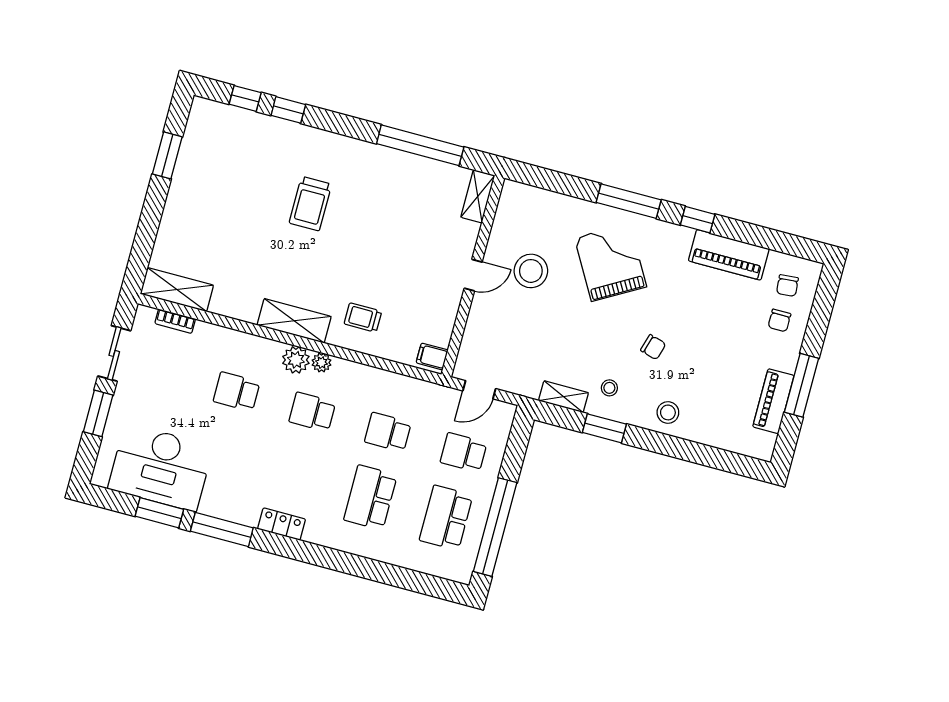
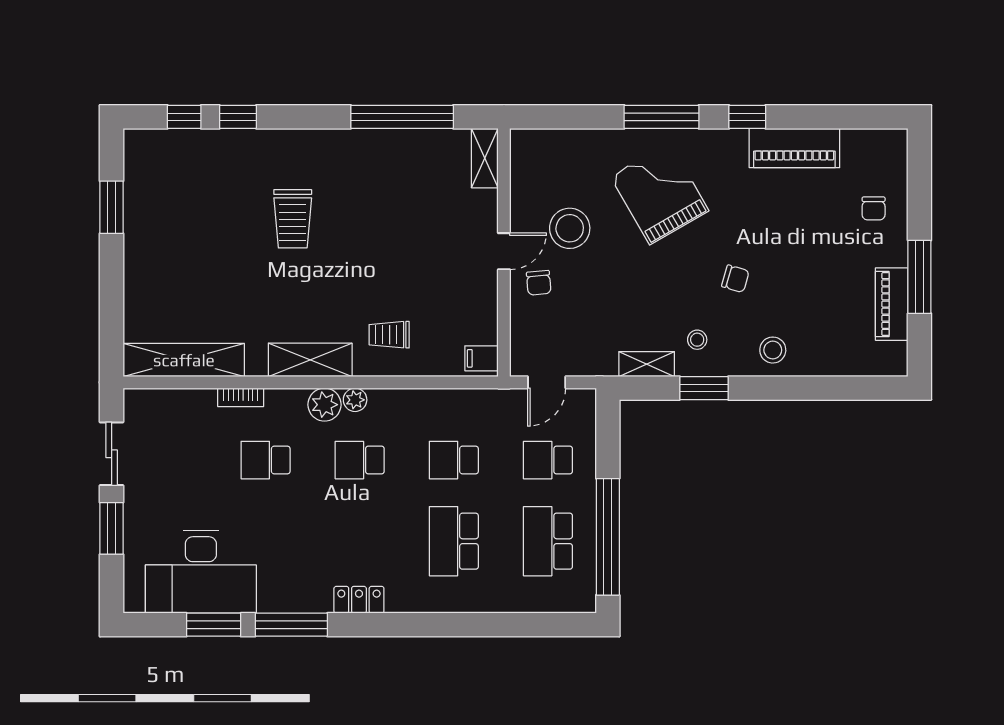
chair: (787, 286) -> (539, 283), moved
shelving: (177, 290) -> (184, 360), width x1.47
bookcase: (175, 321) -> (241, 397), moved

